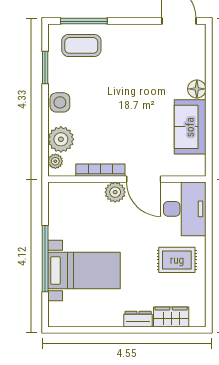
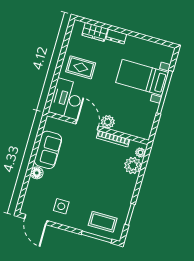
side table: (60, 102) -> (61, 206), moved

